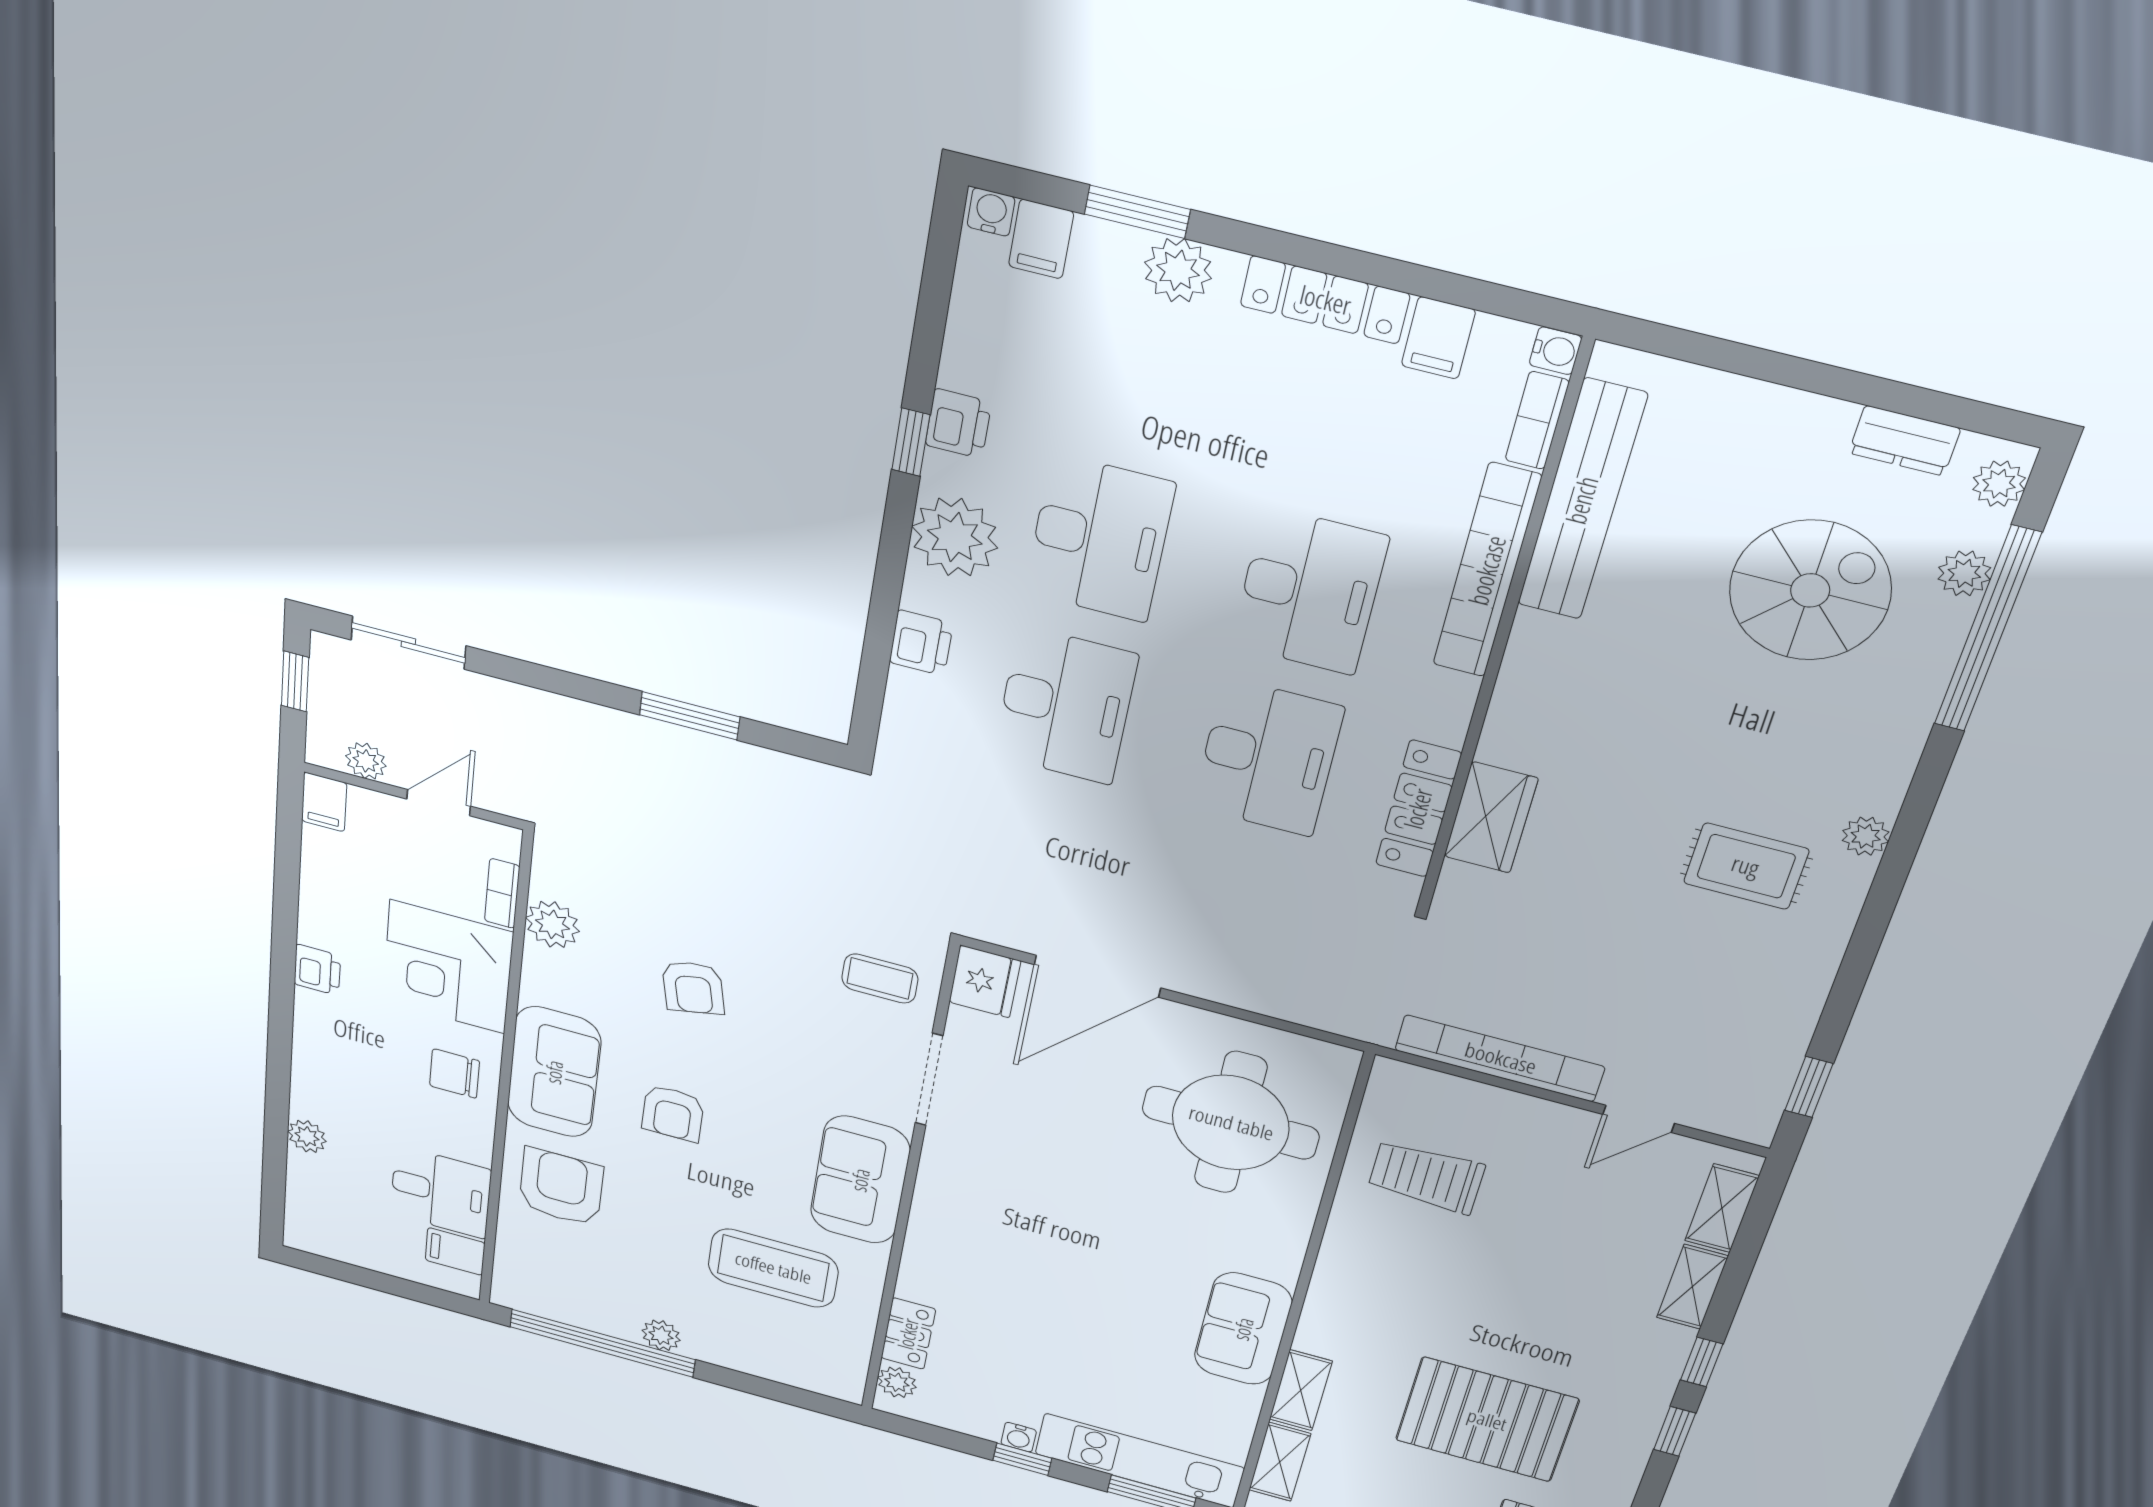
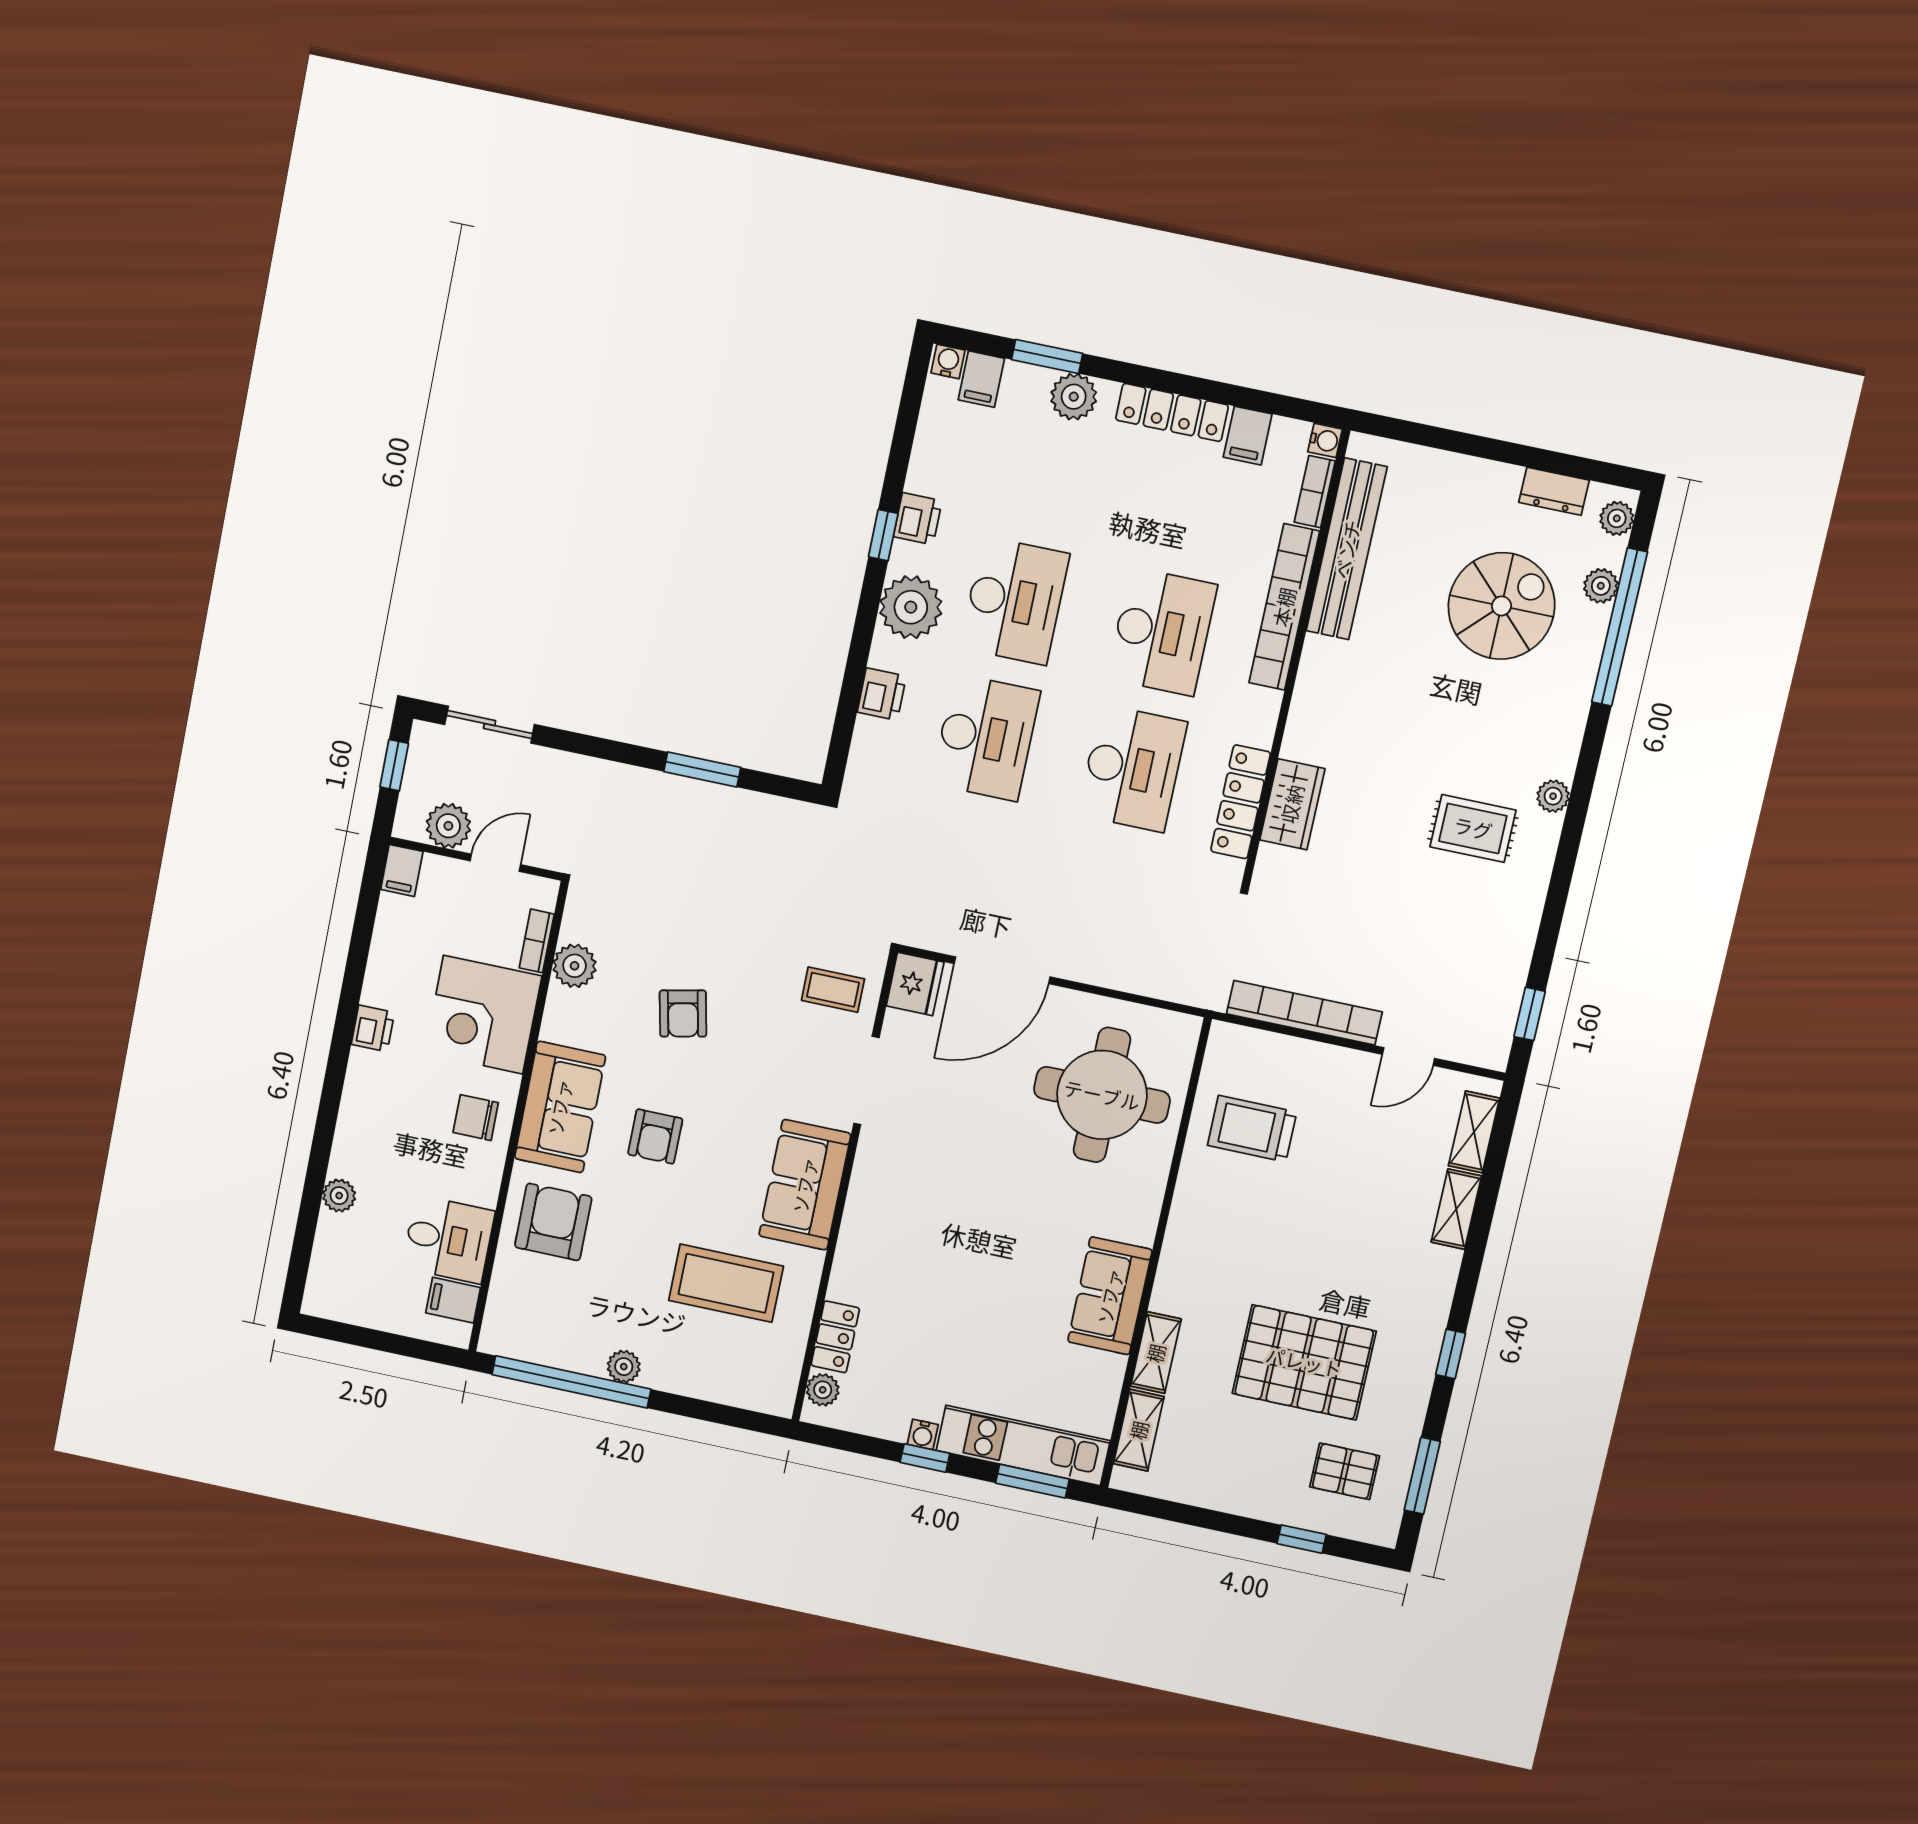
plant: (366, 761) -> (448, 826), width x1.38, depth x1.38
window: (1702, 1362) -> (1467, 1282), removed

